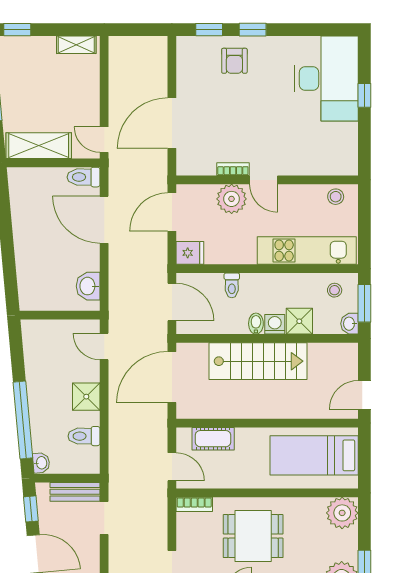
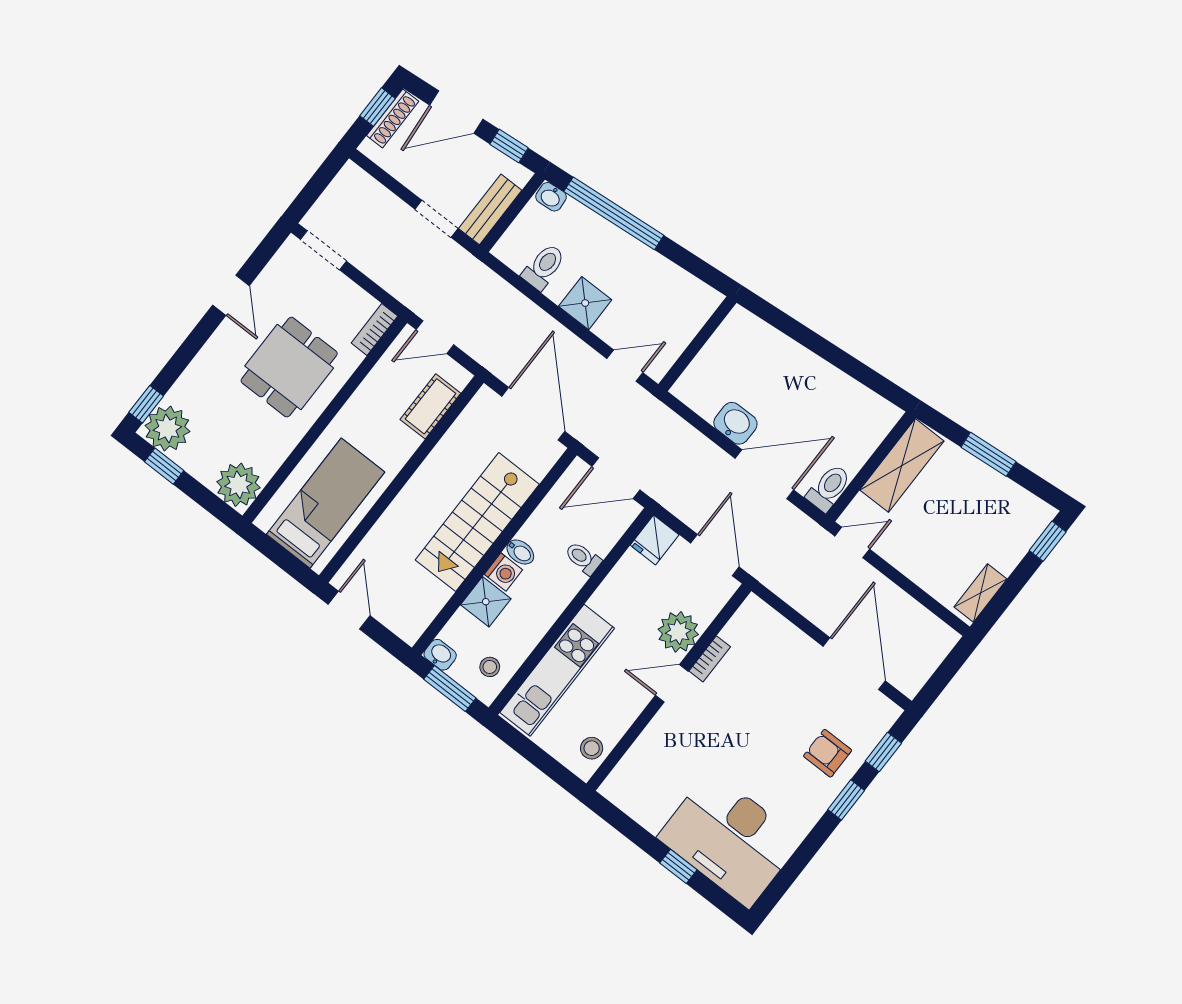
door: (172, 123) -> (854, 664), moved
washbasin: (88, 286) -> (735, 423), moved

